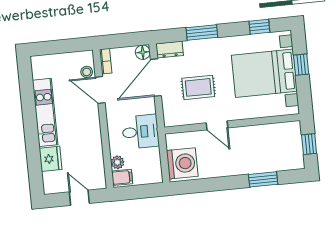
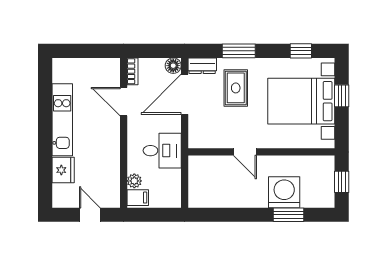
stool: (87, 72) -> (111, 81), removed
rug: (198, 87) -> (236, 88), moved, turned 90
washing machine: (182, 163) -> (284, 192), moved, turned -90

